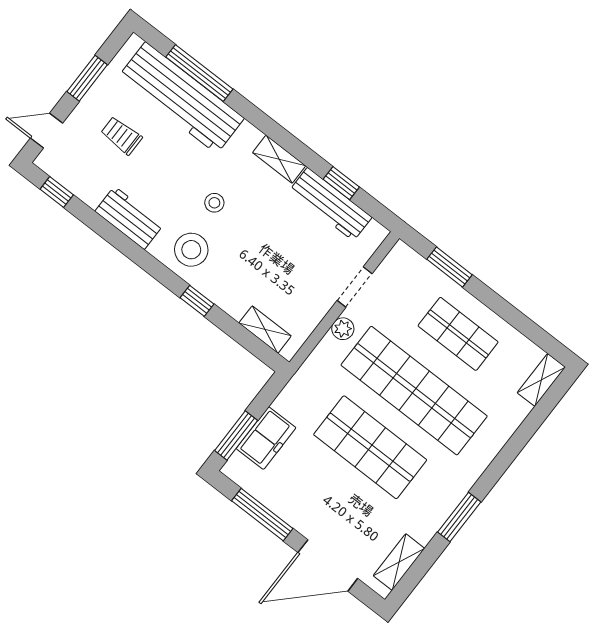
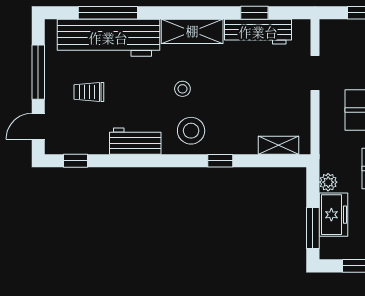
window: (87, 78) -> (38, 72), width x1.44
shelving: (279, 159) -> (192, 31), width x1.50, depth x1.33
plant: (343, 329) -> (328, 182), moved

